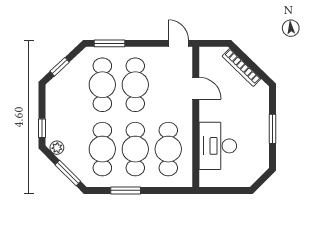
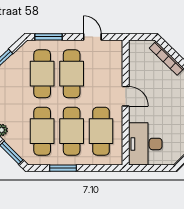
door: (178, 43) -> (92, 37), moved
door: (196, 88) -> (126, 96), moved
desk: (218, 146) -> (145, 144), moved

